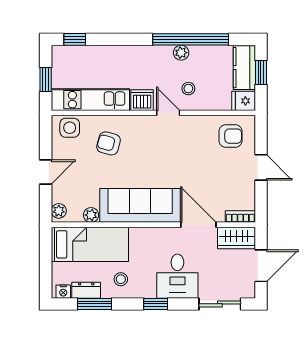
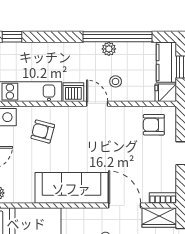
armchair: (230, 136) -> (154, 125), turned 180
plant: (91, 215) -> (27, 197), removed

